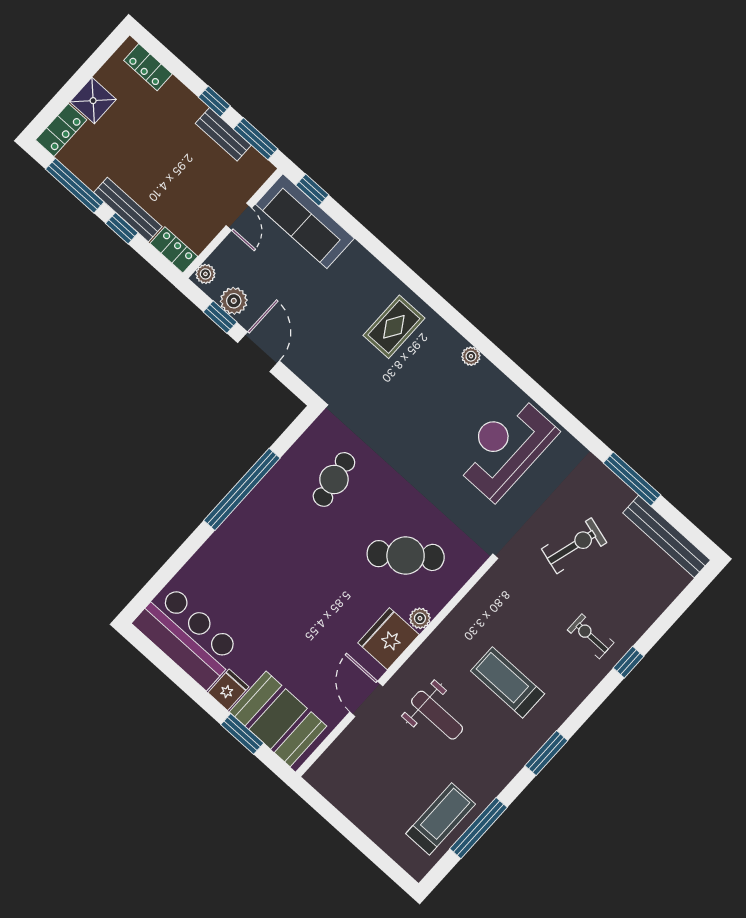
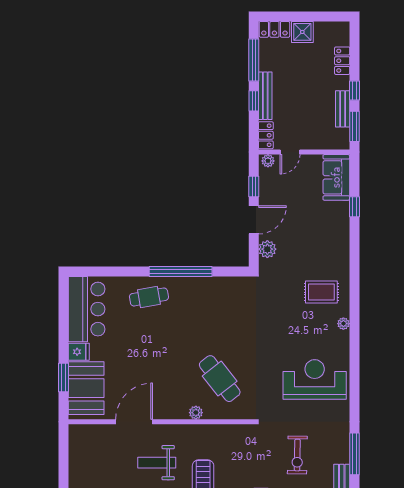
locker: (148, 67) -> (342, 61), moved
window: (312, 190) -> (354, 207), moved
door: (239, 217) -> (290, 152), moved
sofa: (305, 221) -> (336, 177), width x0.73
plant: (234, 301) -> (267, 249), moved
rug: (394, 327) -> (321, 292), moved
cafe table: (334, 479) -> (149, 297), moved
exercise bike: (574, 546) -> (297, 455), turned 75
fridge: (388, 639) -> (172, 406), removed
door: (366, 699) -> (134, 422), width x1.36
weight bench: (437, 715) -> (157, 463), turned 90

